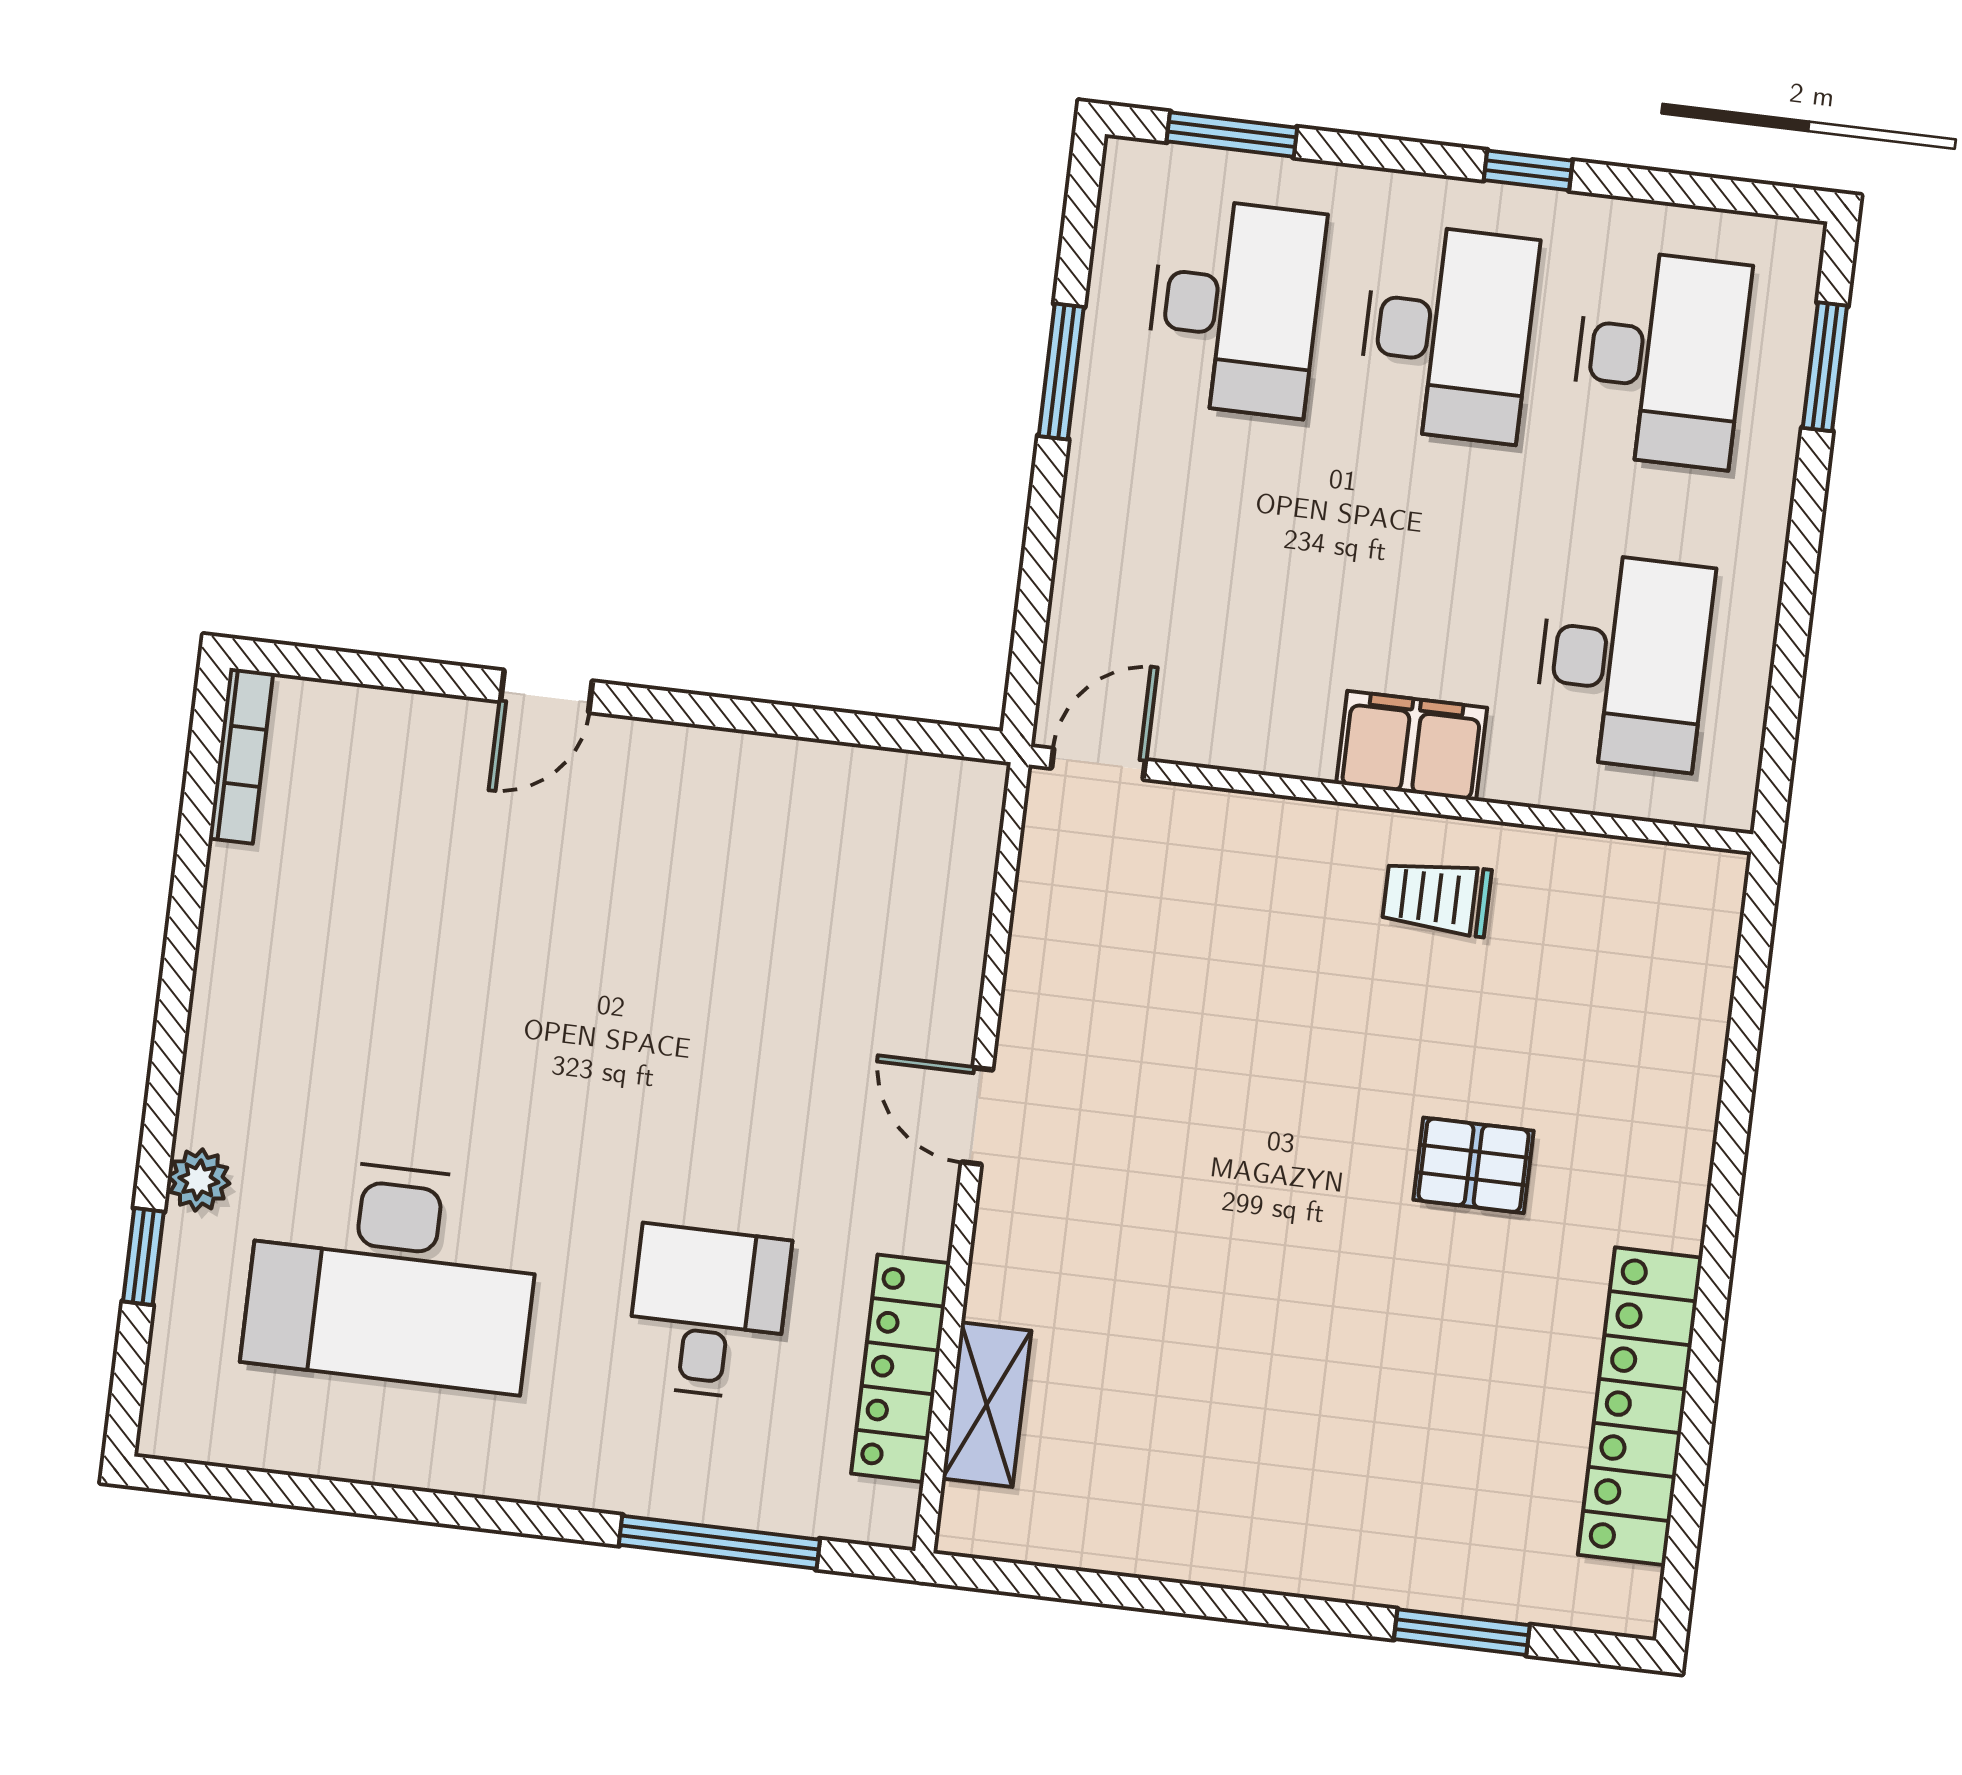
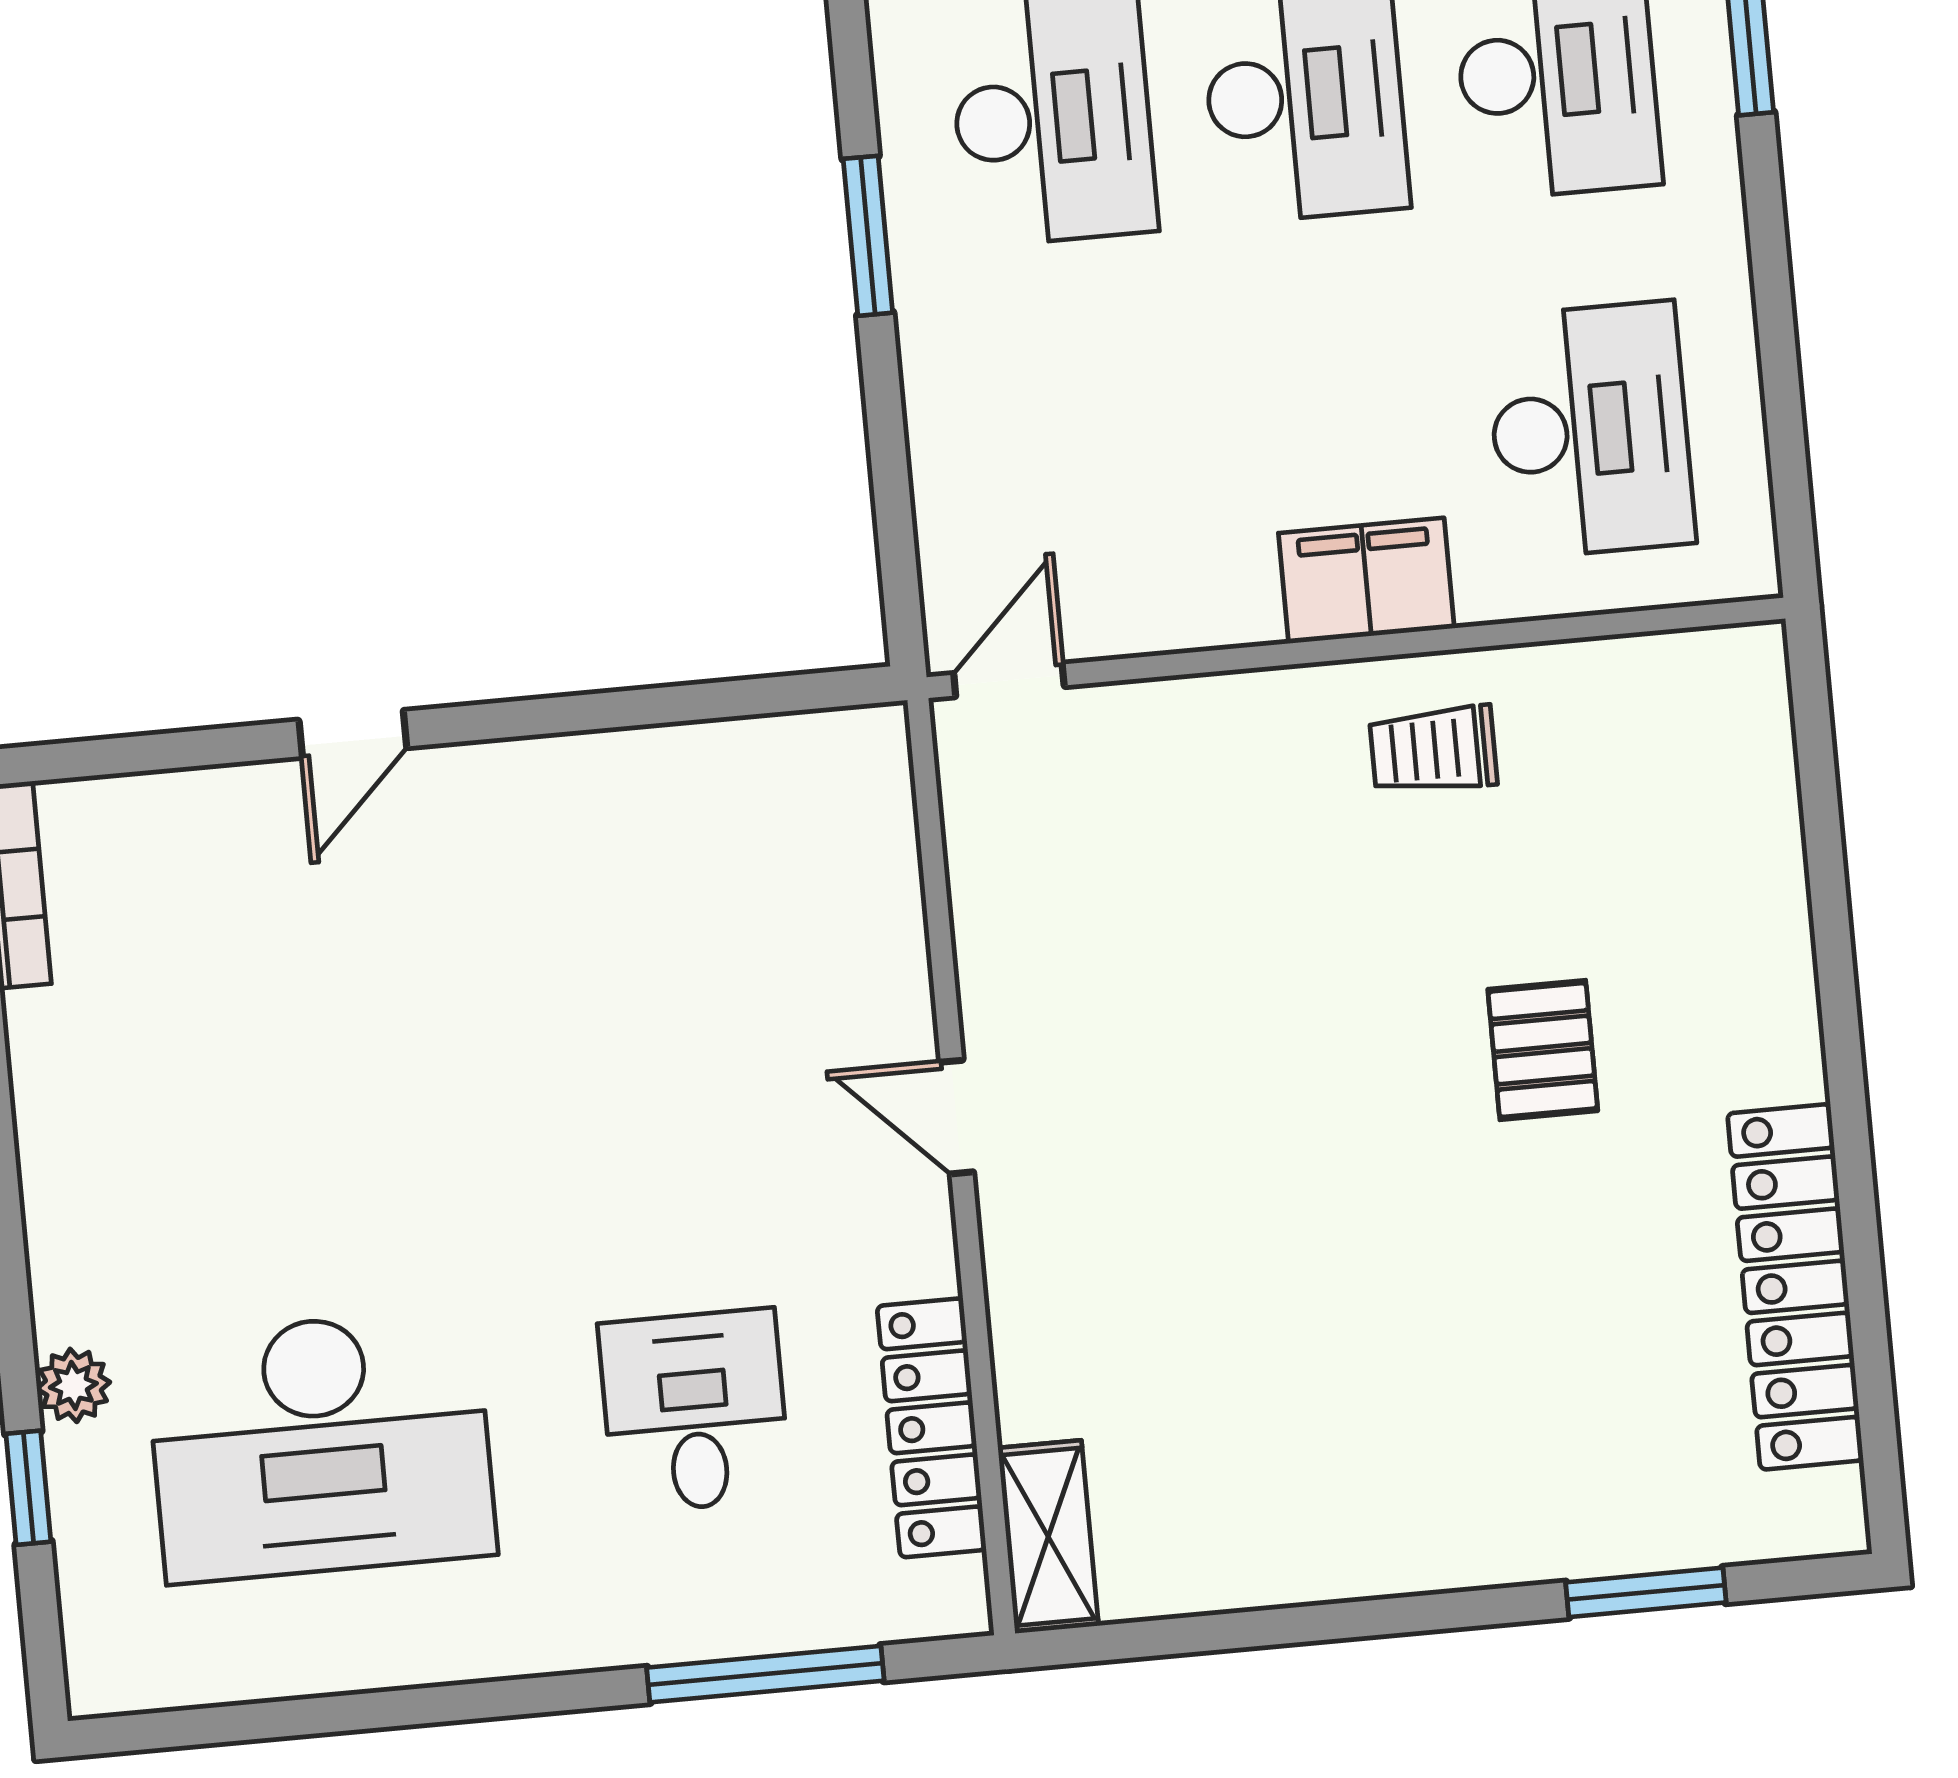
pallet: (1474, 1165) -> (1543, 1050), turned 90
shelving: (987, 1405) -> (1048, 1537), moved

